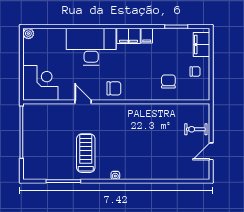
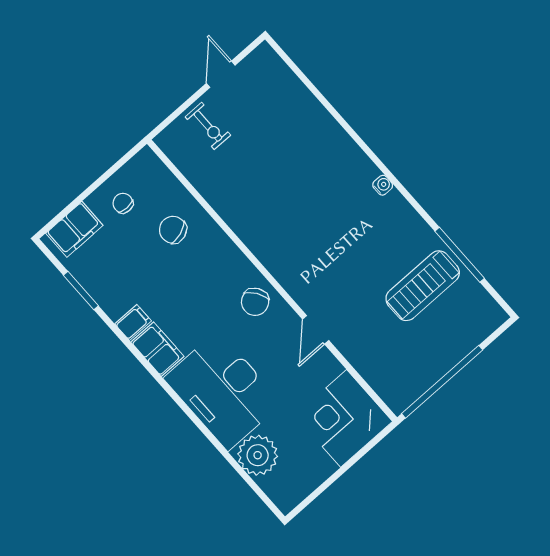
plant: (28, 34) -> (258, 455), moved, width x1.87, depth x1.87
chair: (168, 81) -> (173, 230), turned 71
chair: (114, 88) -> (255, 302), turned -124
door: (211, 151) -> (221, 74), swing flipped
treadmill: (86, 153) -> (423, 286), moved

